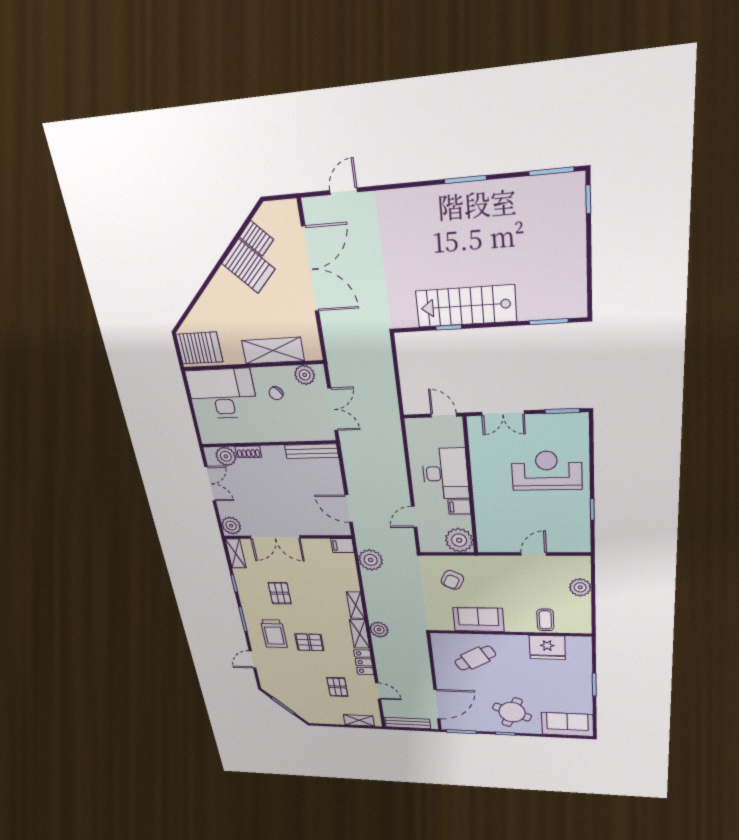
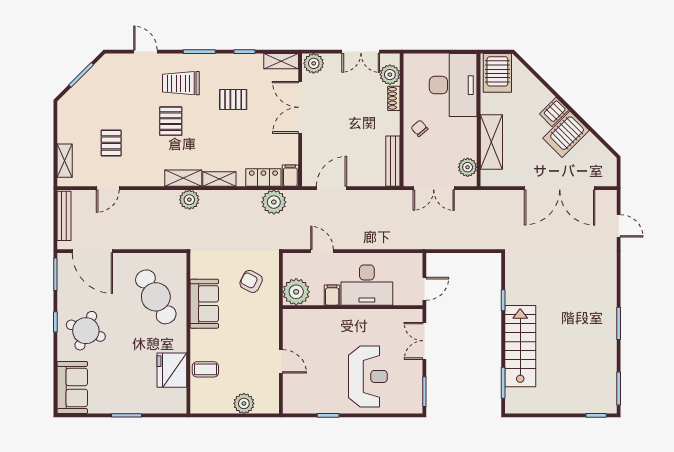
server rack: (257, 238) -> (554, 112), moved
stairs: (466, 306) -> (520, 346), moved
chair: (276, 393) -> (419, 128), moved
cafe table: (475, 658) -> (156, 297), width x1.37, depth x1.35
locker: (364, 662) -> (263, 177), moved
pallet: (337, 687) -> (111, 143), turned 90

